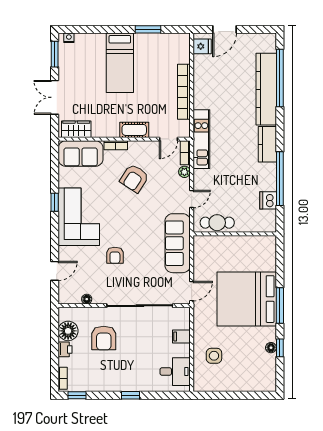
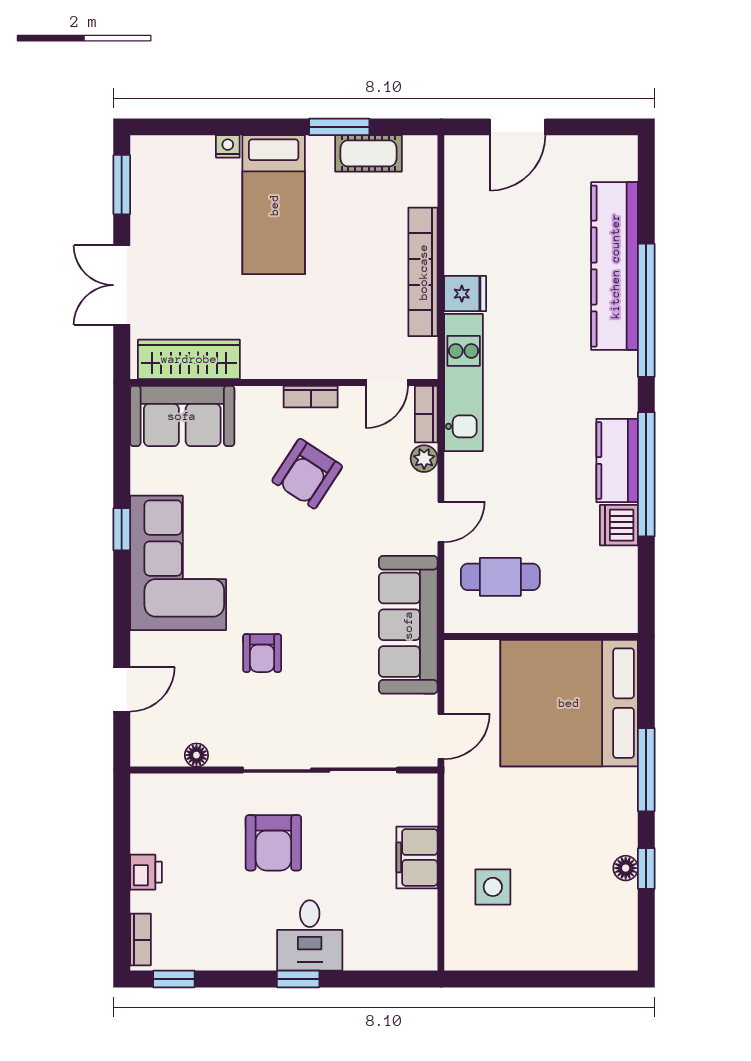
nightstand: (69, 38) -> (228, 146), moved
fridge: (202, 46) -> (465, 294), moved
window: (280, 78) -> (646, 310), moved
wardrobe: (76, 129) -> (189, 359), width x1.50
cot: (134, 130) -> (369, 153), moved
kitchen counter: (267, 144) -> (617, 461), moved
bookcase: (116, 145) -> (311, 397), moved
wall: (235, 234) -> (541, 636), moved
bed: (247, 299) -> (569, 703), moved
floor lamp: (68, 331) -> (153, 829), removed
filing cabinet: (181, 336) -> (417, 857), width x2.00
armchair: (104, 338) -> (273, 843), moved
desk: (175, 372) -> (310, 935), moved, turned 90

